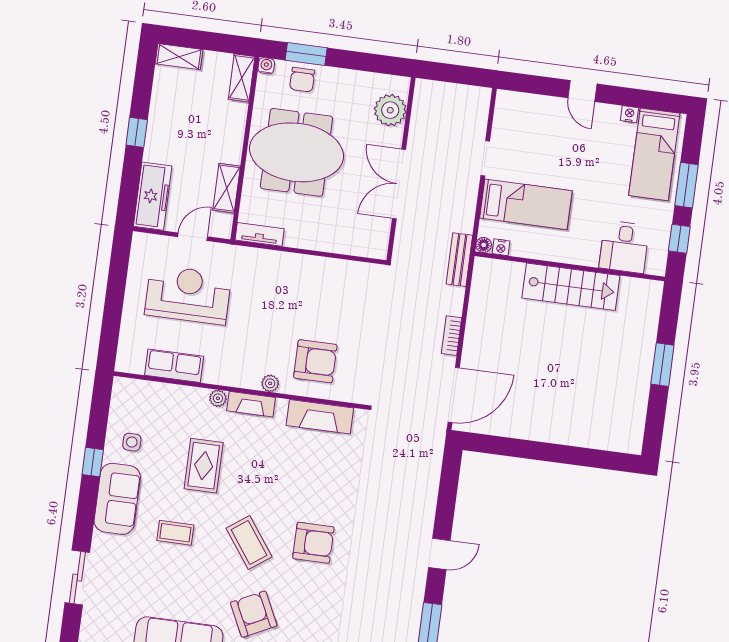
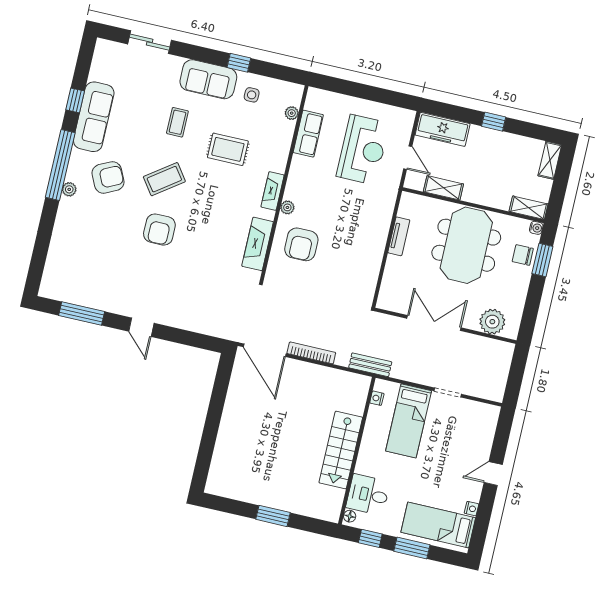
tv unit: (260, 234) -> (399, 236), moved
floor lamp: (484, 245) -> (350, 516), moved
bookcase: (452, 336) -> (311, 353), width x1.56
plant: (218, 398) -> (292, 113), moved

